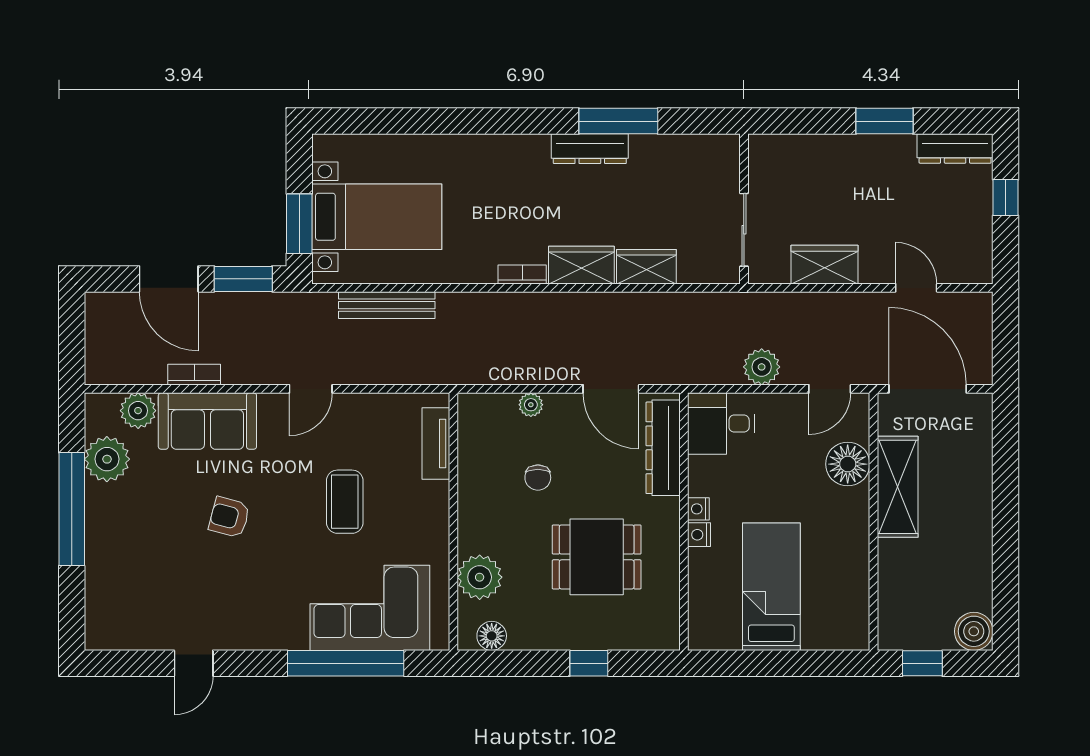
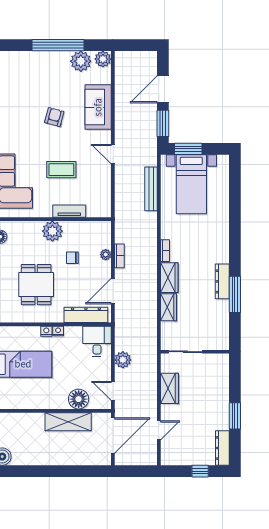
bookcase: (194, 375) -> (119, 256), moved
plant: (138, 411) -> (103, 59), moved
tv unit: (436, 443) -> (69, 211), moved
plant: (480, 577) -> (52, 231), moved

